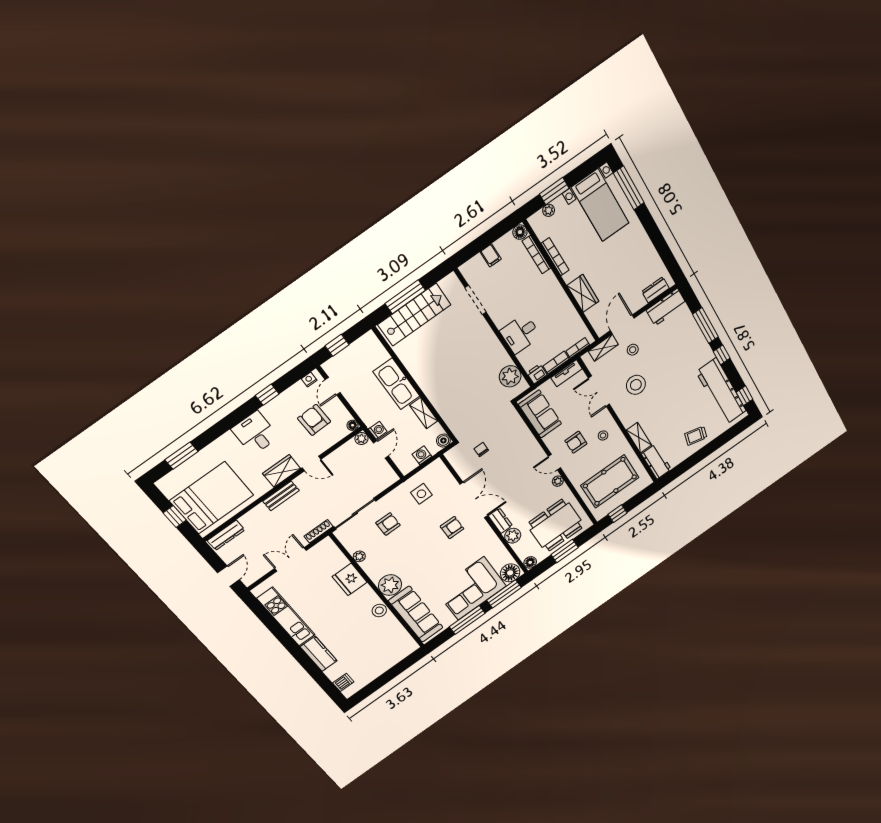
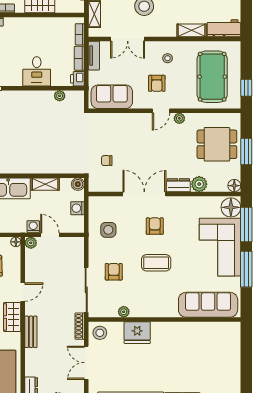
plant: (510, 376) -> (60, 96), width x0.53, depth x0.53
dining table: (556, 525) -> (217, 144), width x0.73
coffee table: (421, 551) -> (156, 263), added
plant: (390, 585) -> (166, 306), removed
stool: (379, 610) -> (100, 333), moved

